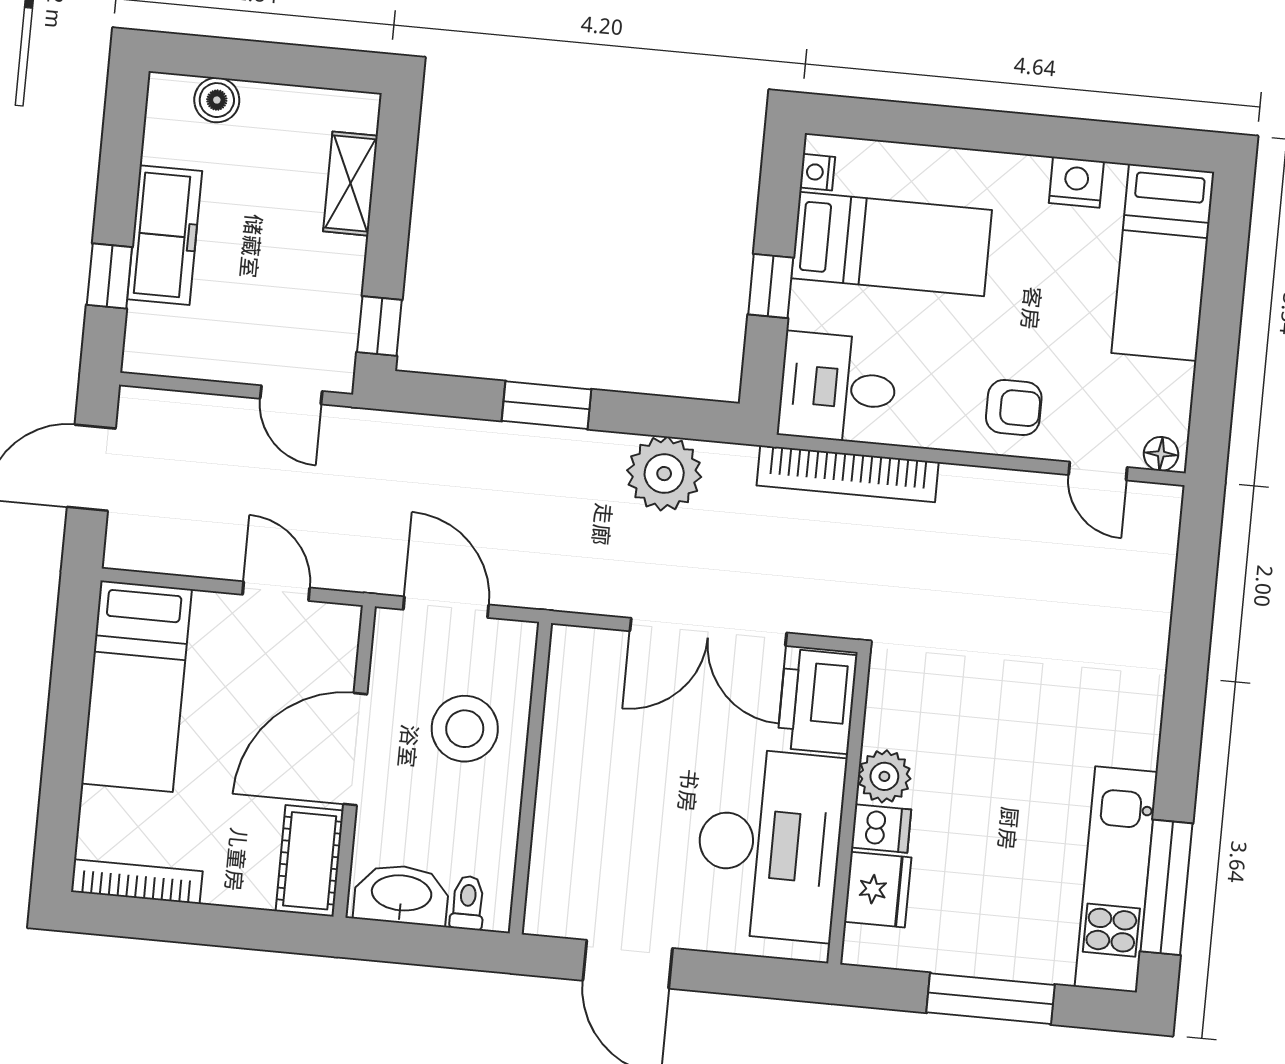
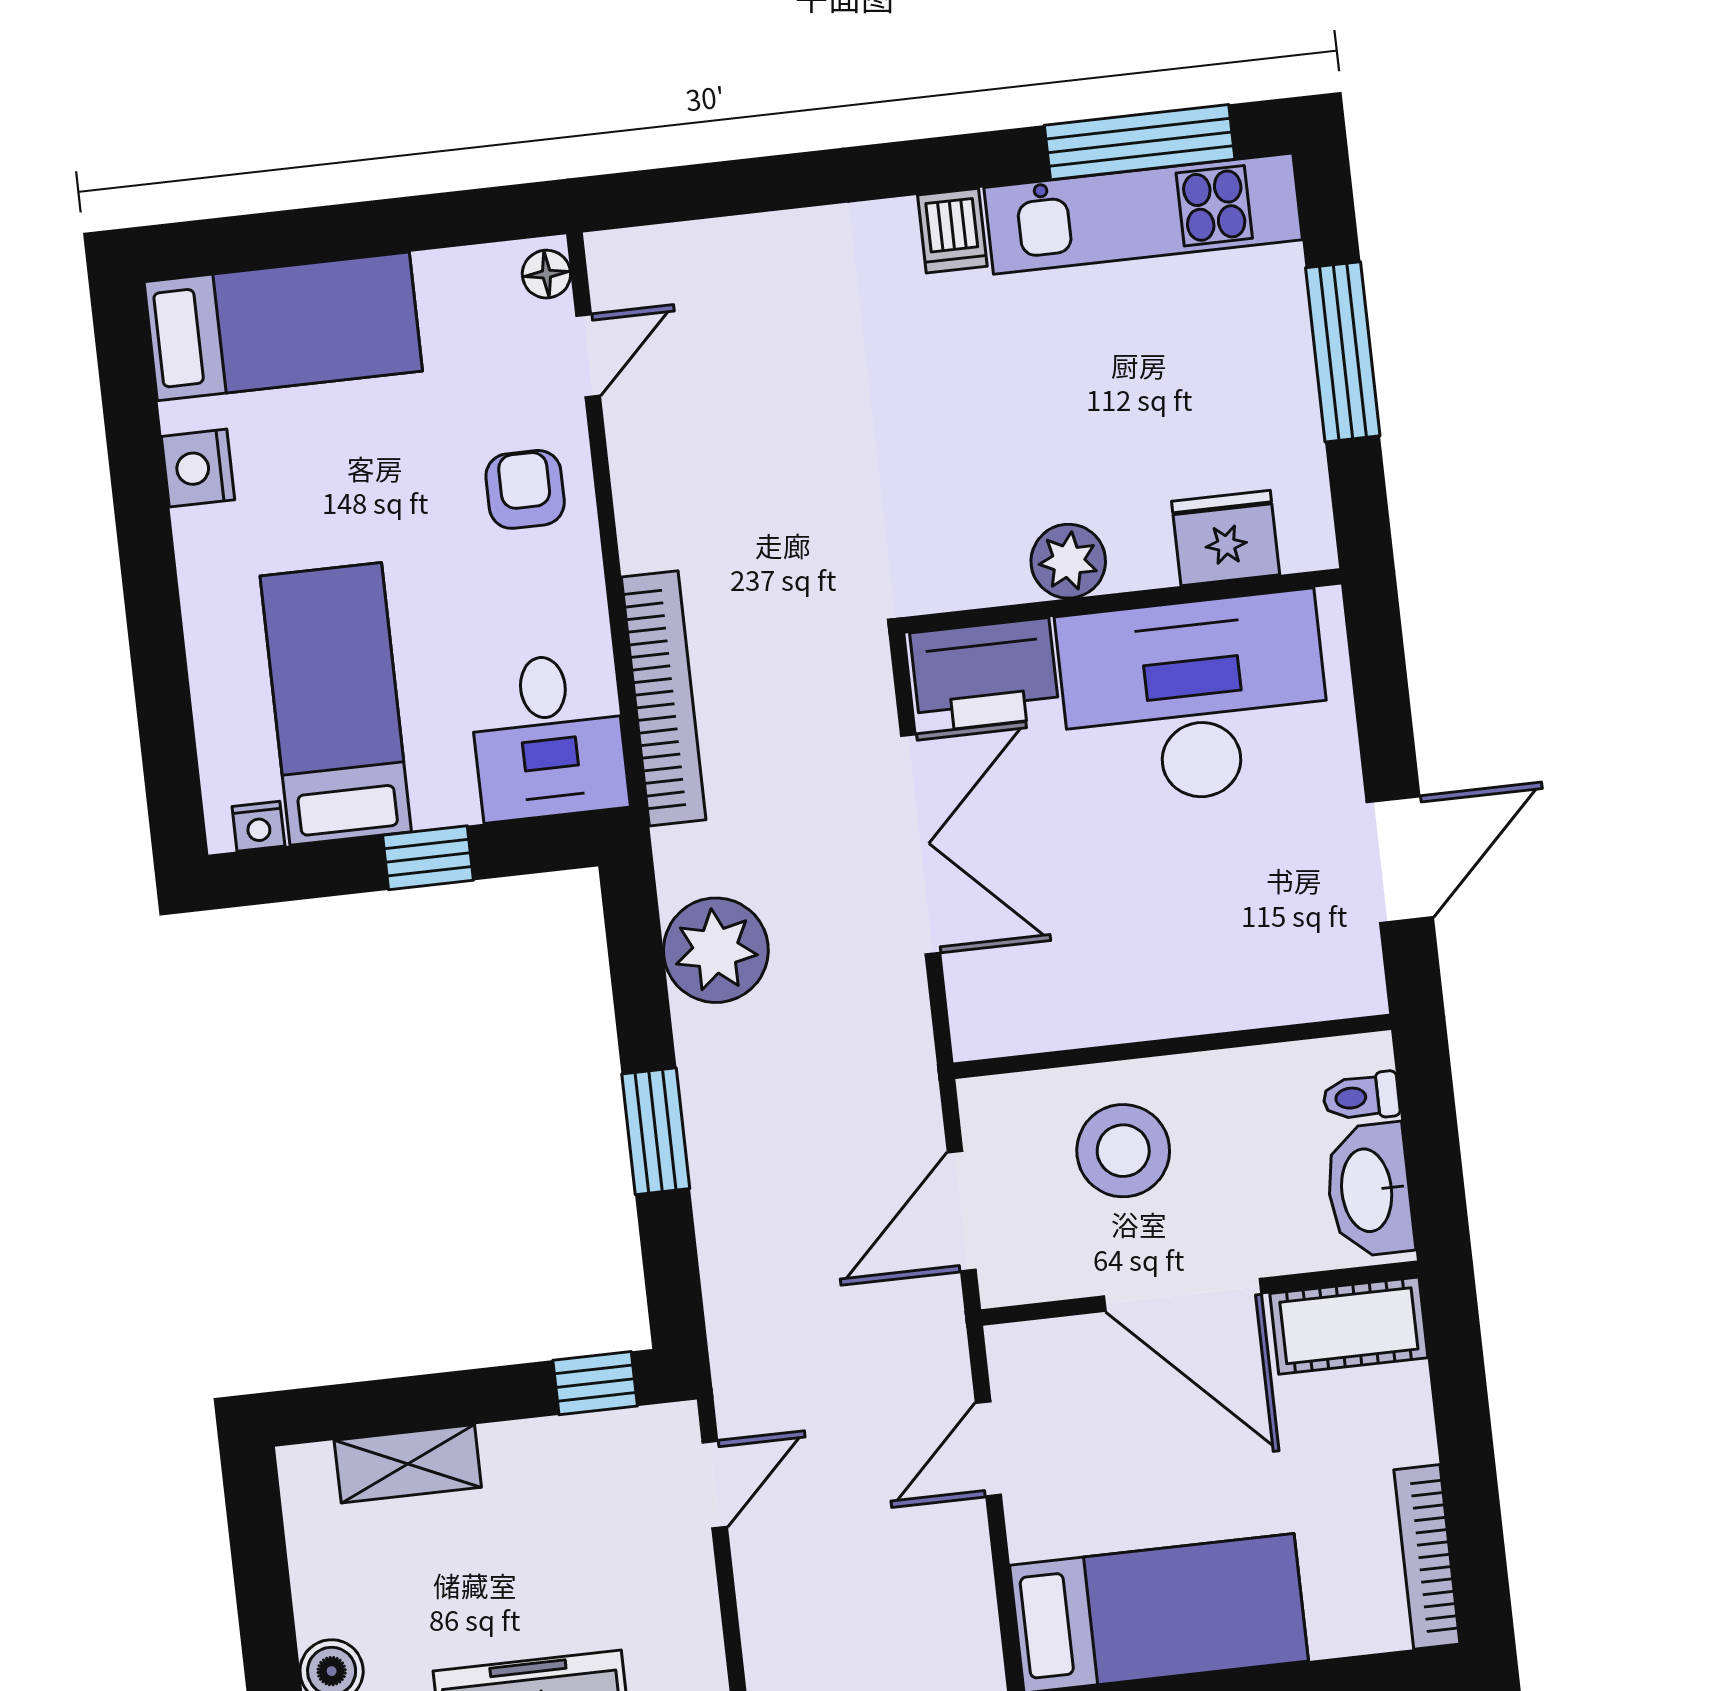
dishwasher: (881, 829) -> (952, 231), moved, turned 180

